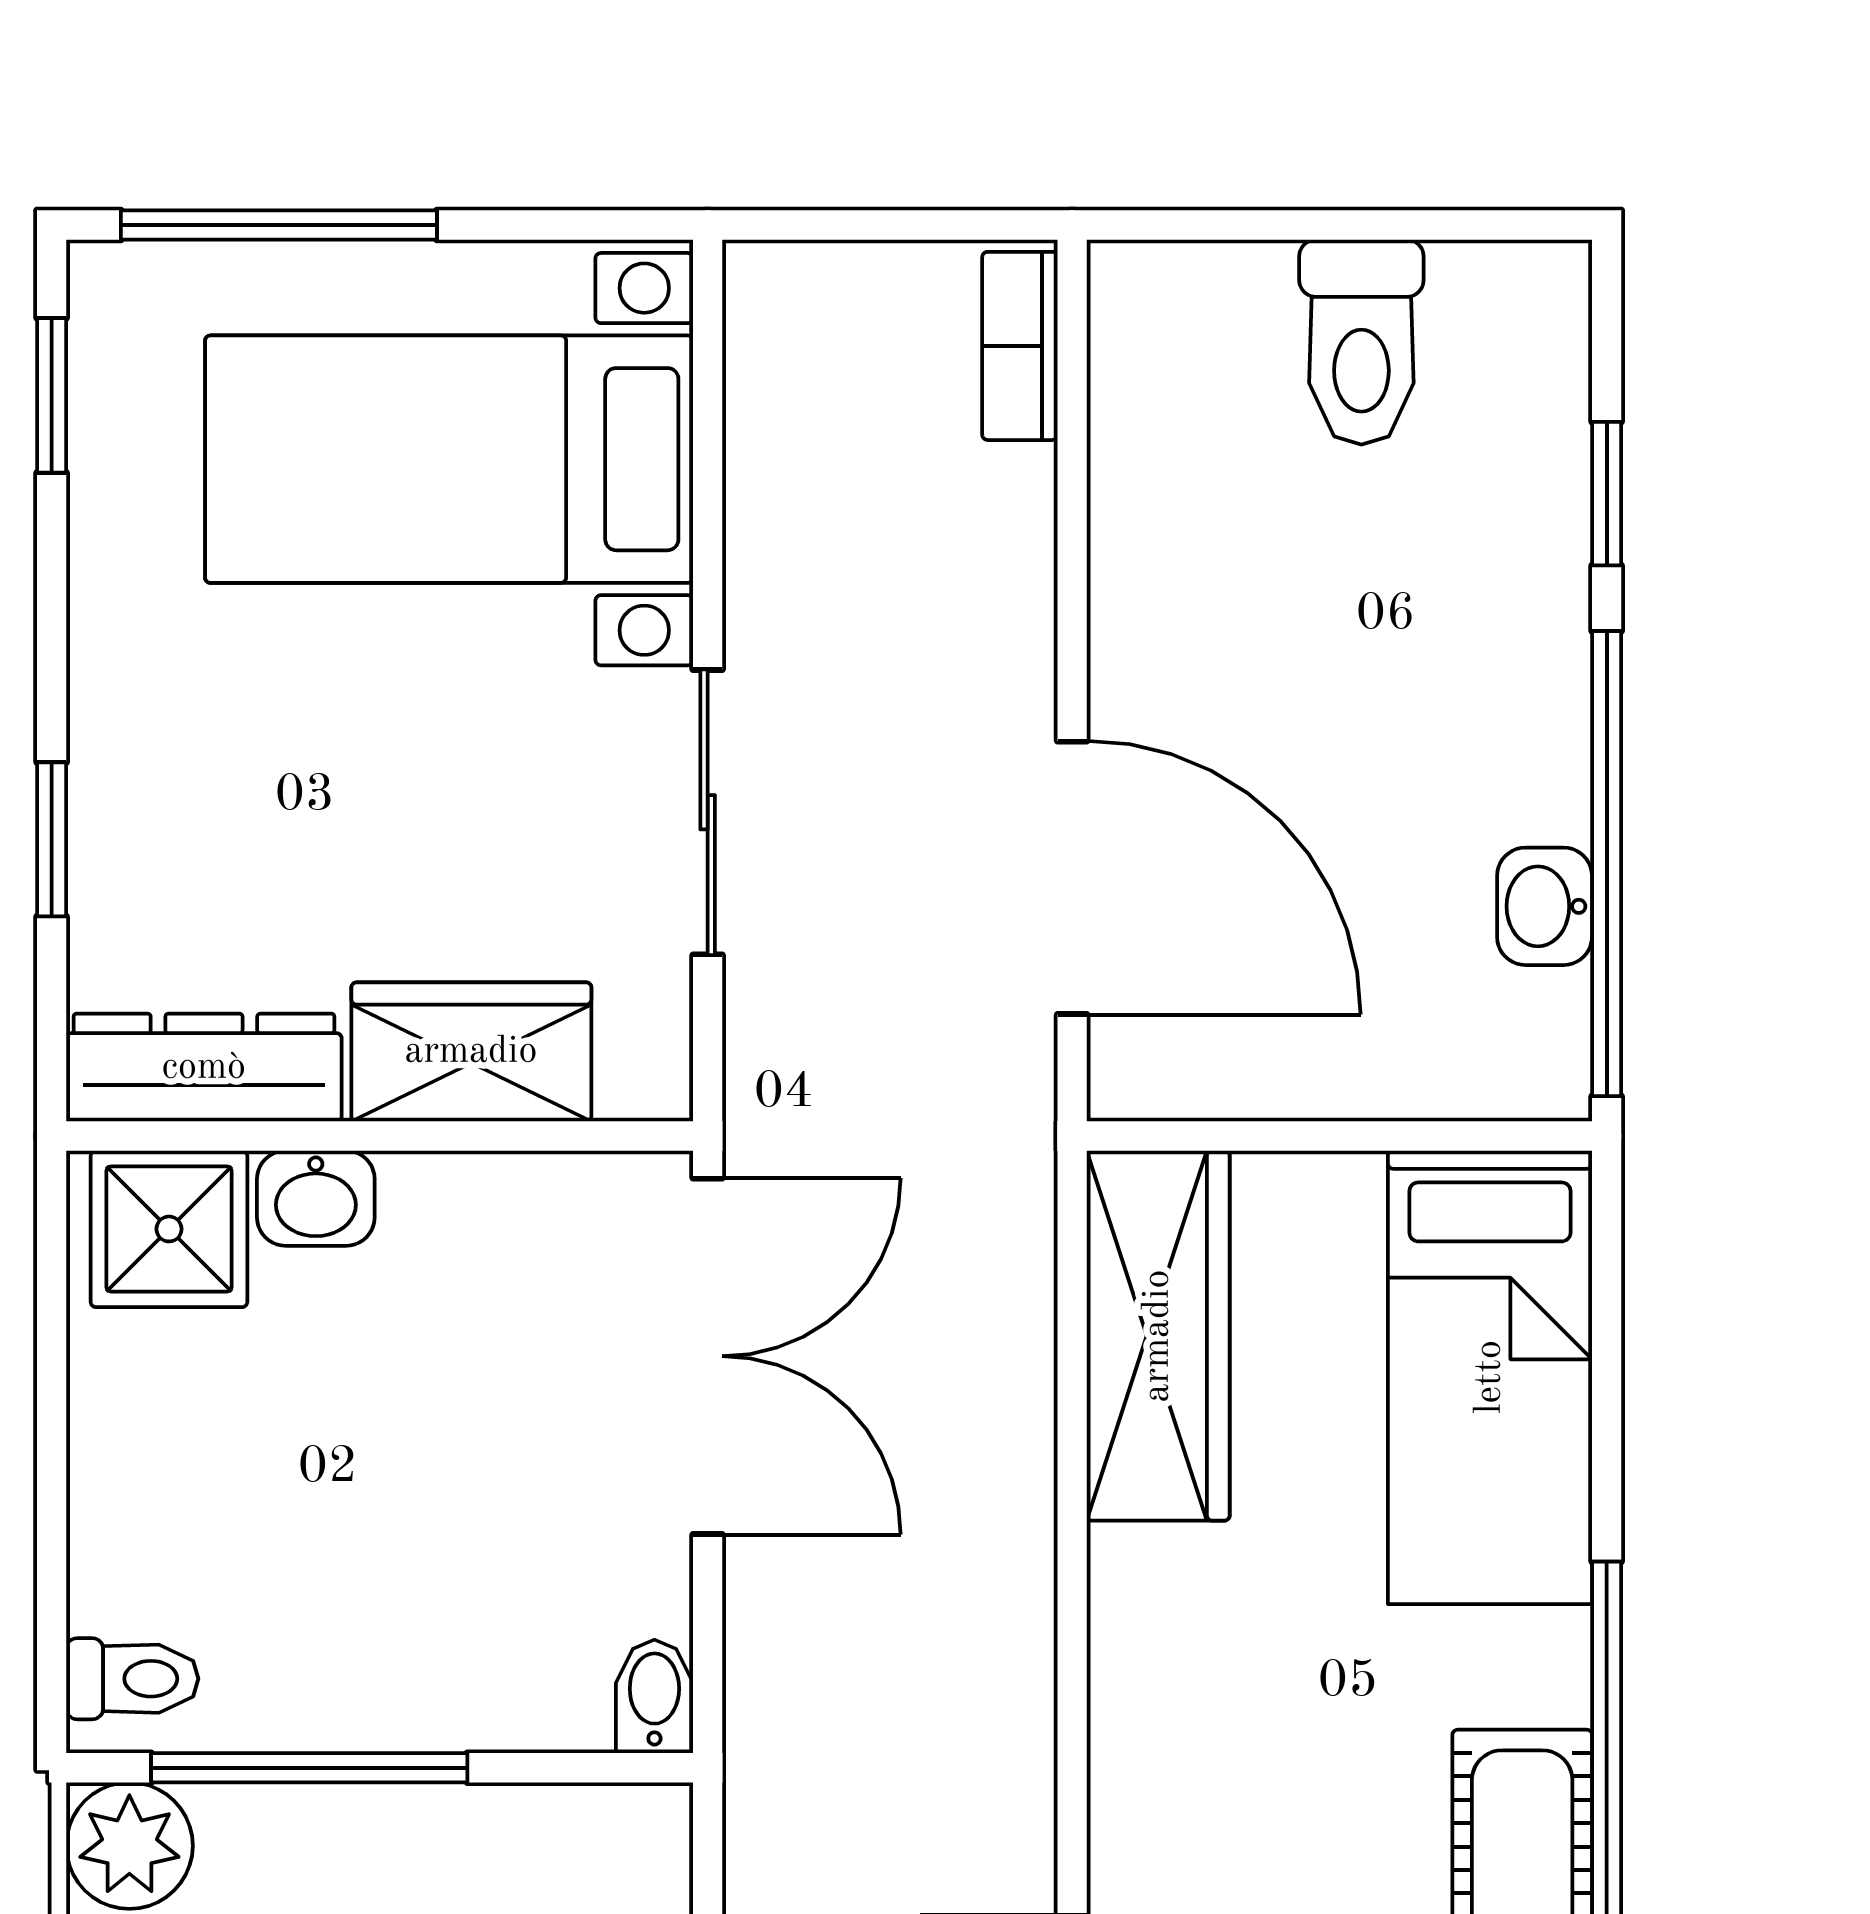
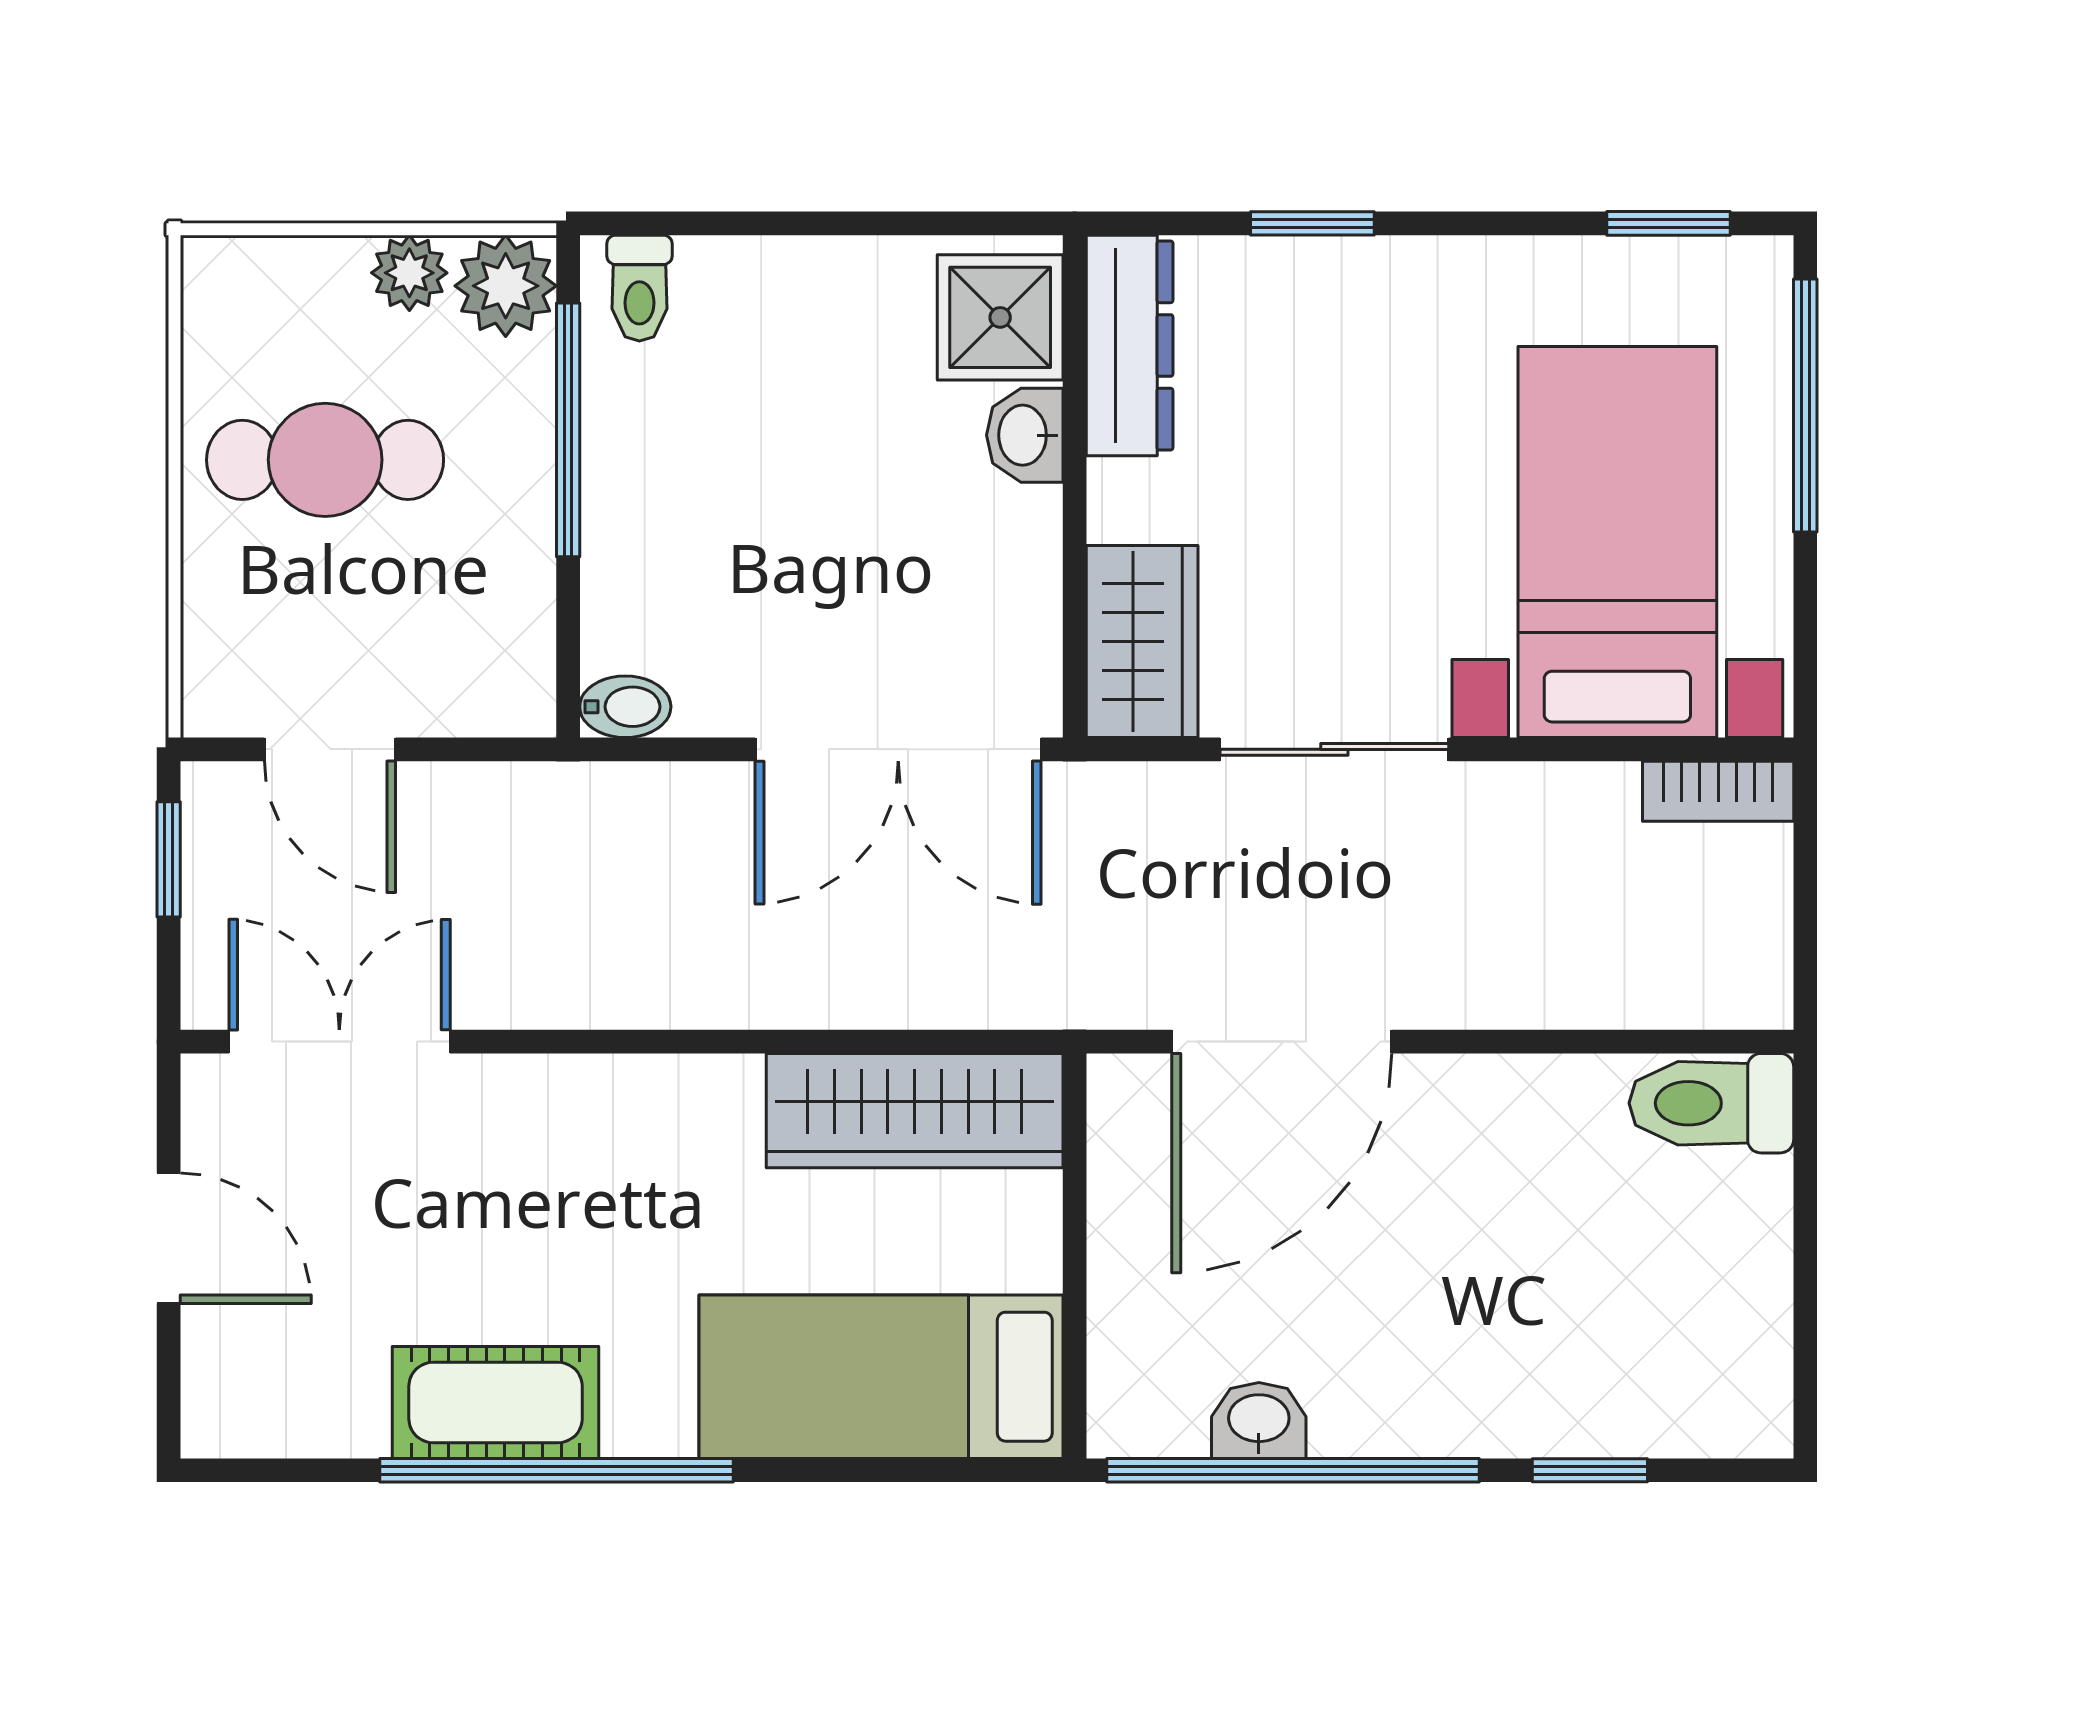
toilet: (1361, 342) -> (1711, 1103), moved
bookcase: (1020, 346) -> (1718, 791), moved, turned 180
wardrobe: (471, 1052) -> (1142, 641), moved

